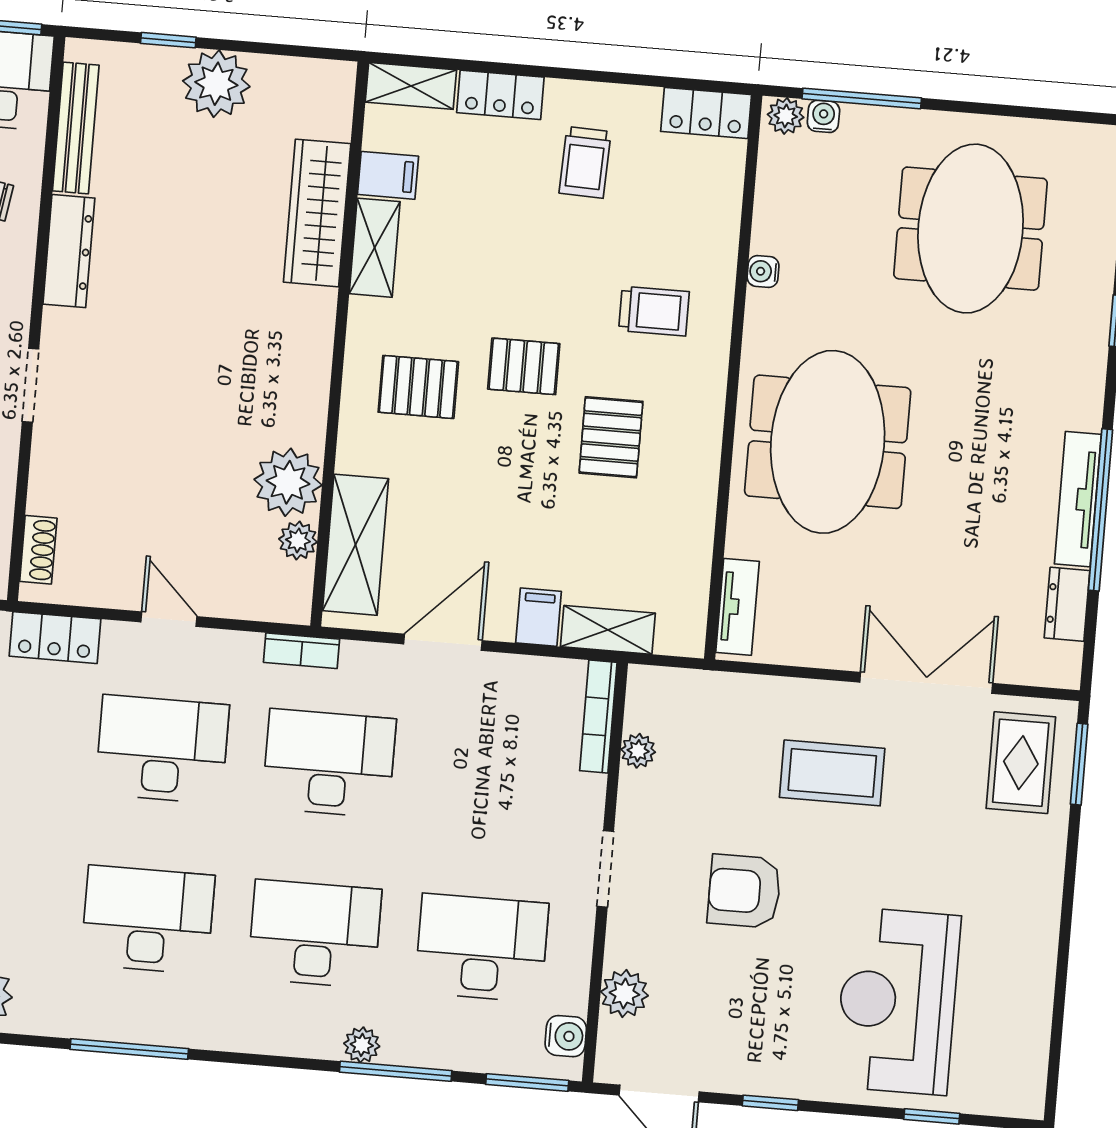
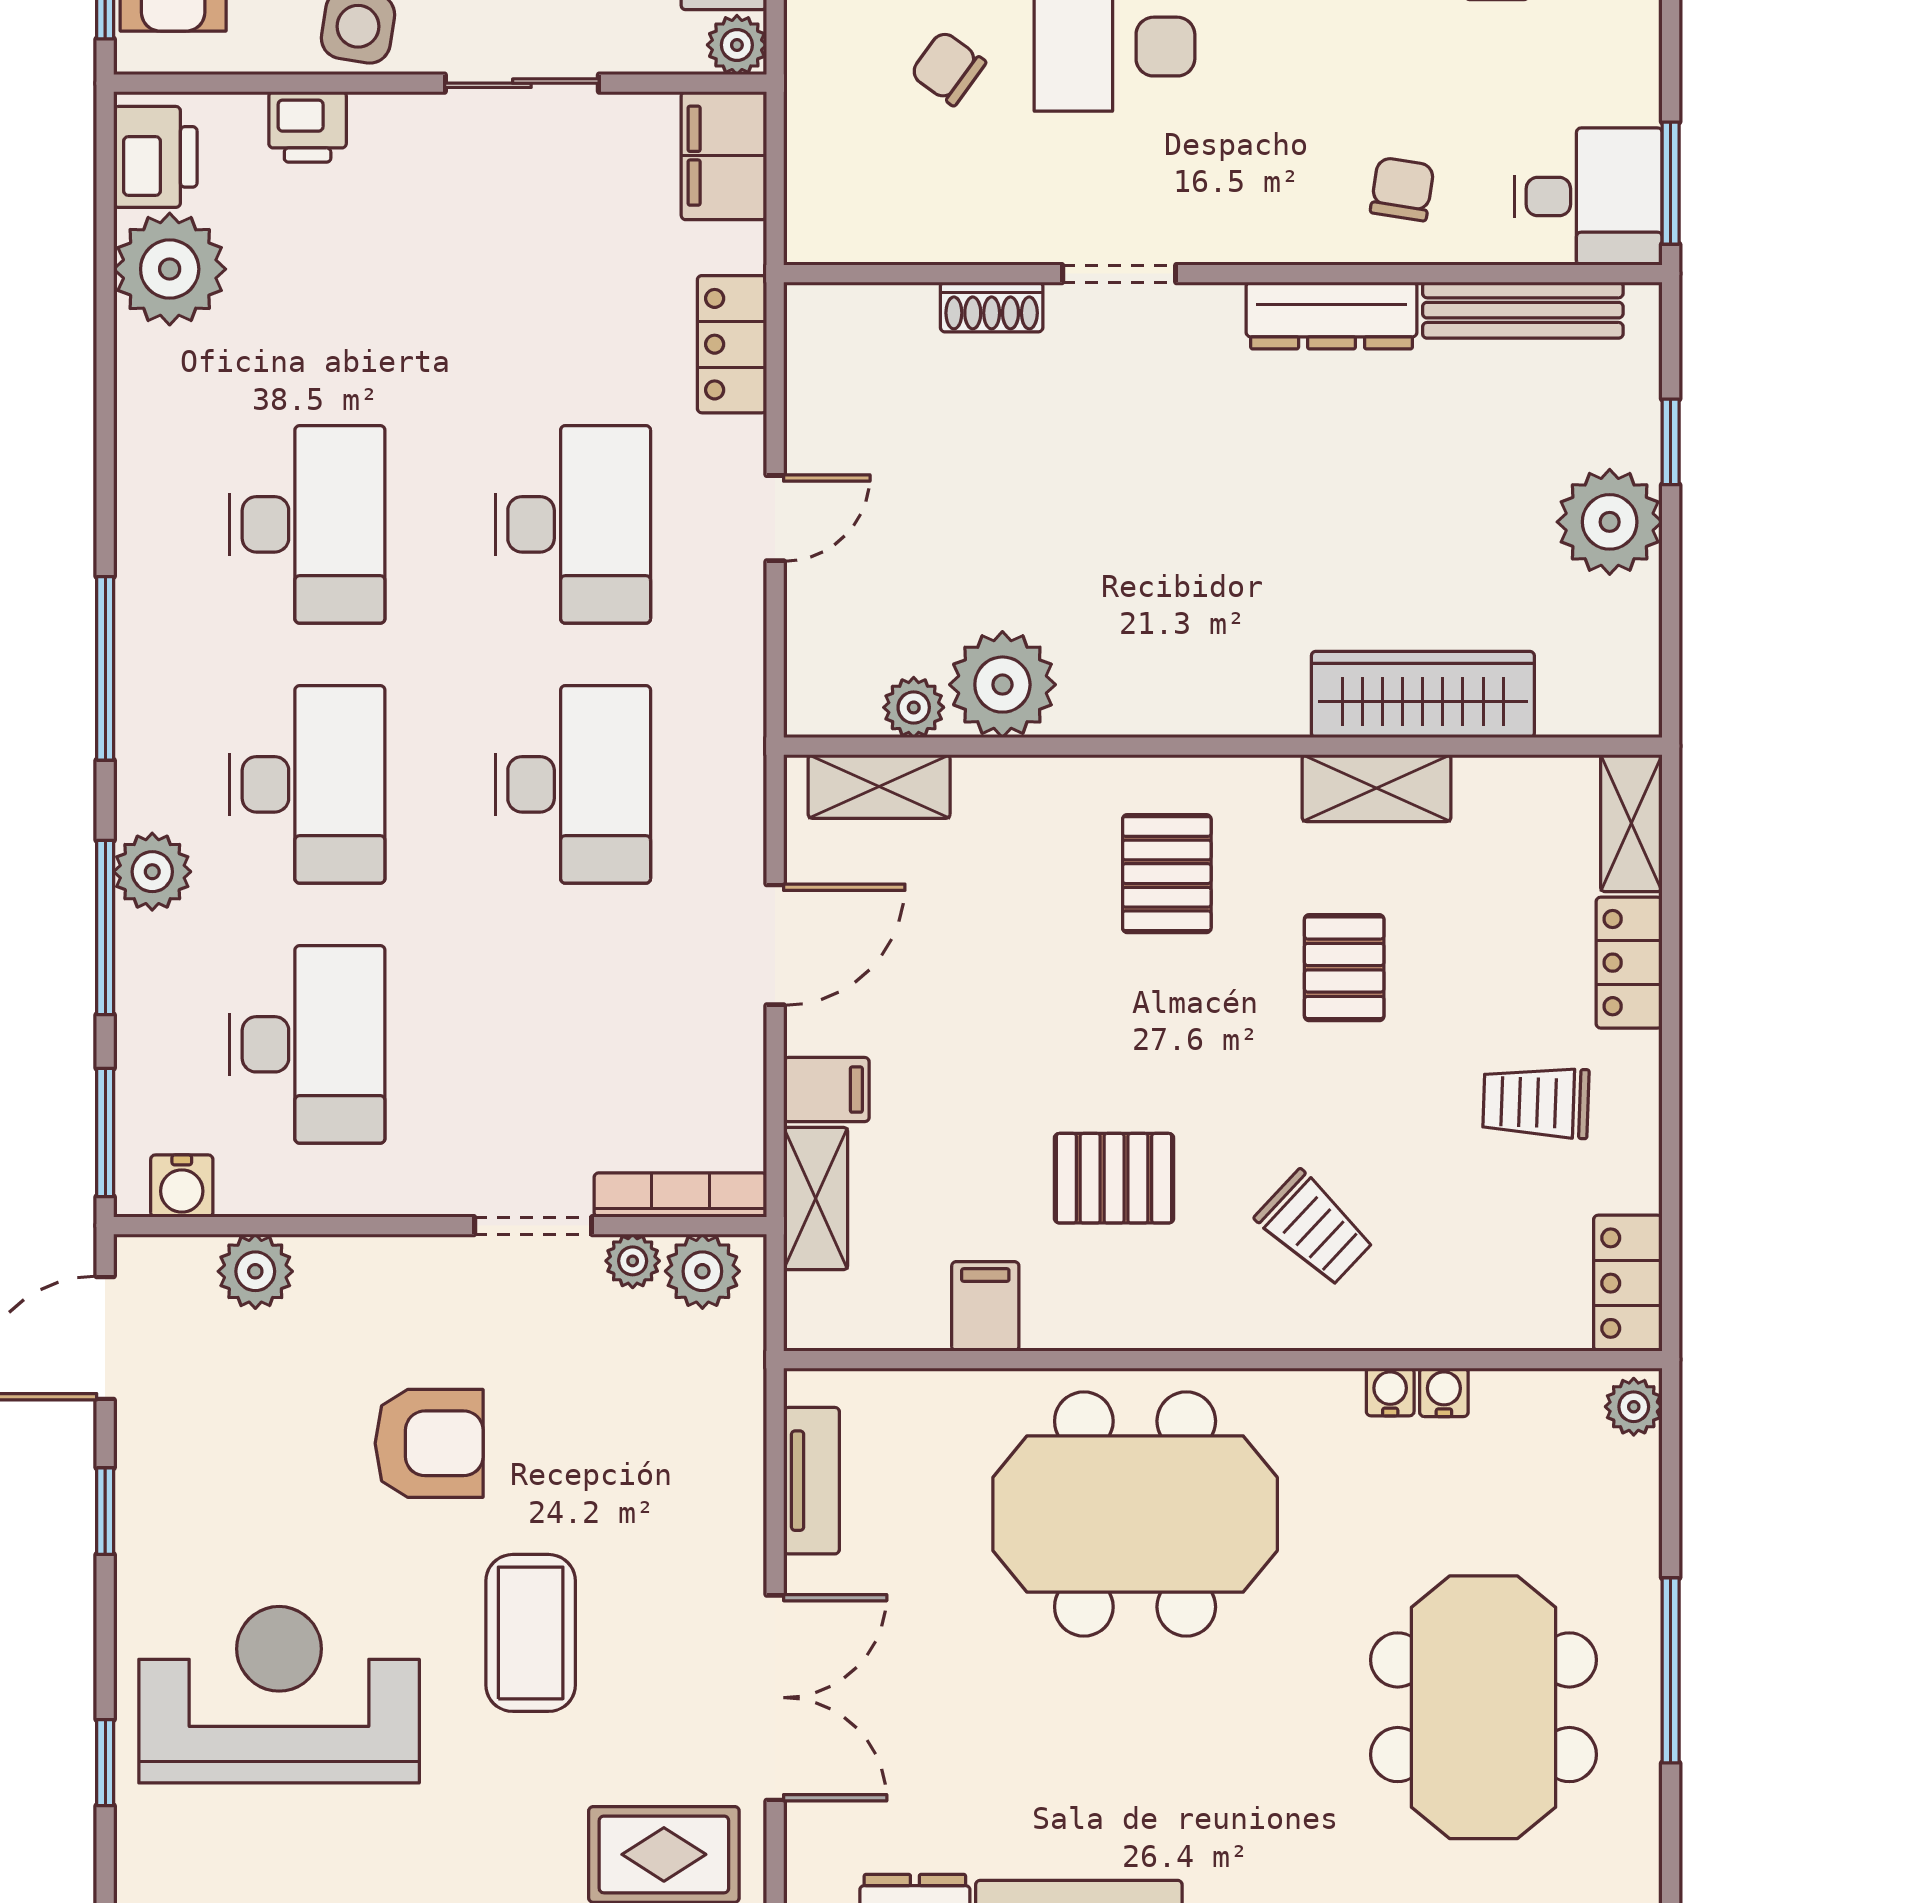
window: (862, 98) -> (1671, 1670), moved
water cooler: (823, 116) -> (1444, 1392), moved, turned -90
filing cabinet: (388, 175) -> (985, 1306), moved, turned 180
meeting table: (971, 229) -> (1483, 1707), turned 90
trolley: (654, 311) -> (1315, 1228), turned -47
pallet: (524, 366) -> (1344, 968), moved
shelving: (356, 545) -> (879, 786), width x0.67, depth x0.75
shoe rack: (38, 550) -> (992, 307), moved
tv unit: (738, 607) -> (812, 1481), moved, turned -90
door: (443, 642) -> (775, 945), hinge flipped
bookcase: (302, 651) -> (744, 727), removed
plant: (649, 707) -> (702, 1271), added
coffee table: (832, 773) -> (531, 1633), moved
doorway: (605, 869) -> (533, 1226), moved
armchair: (744, 891) -> (429, 1443), turned 90
plant: (362, 1045) -> (152, 872), width x1.38, depth x1.38
window: (129, 1049) -> (105, 668), moved

